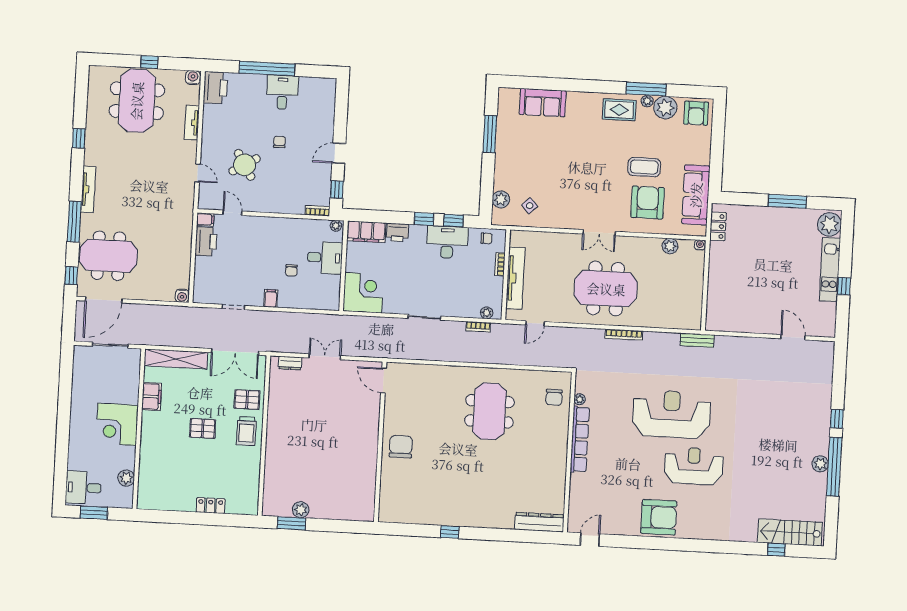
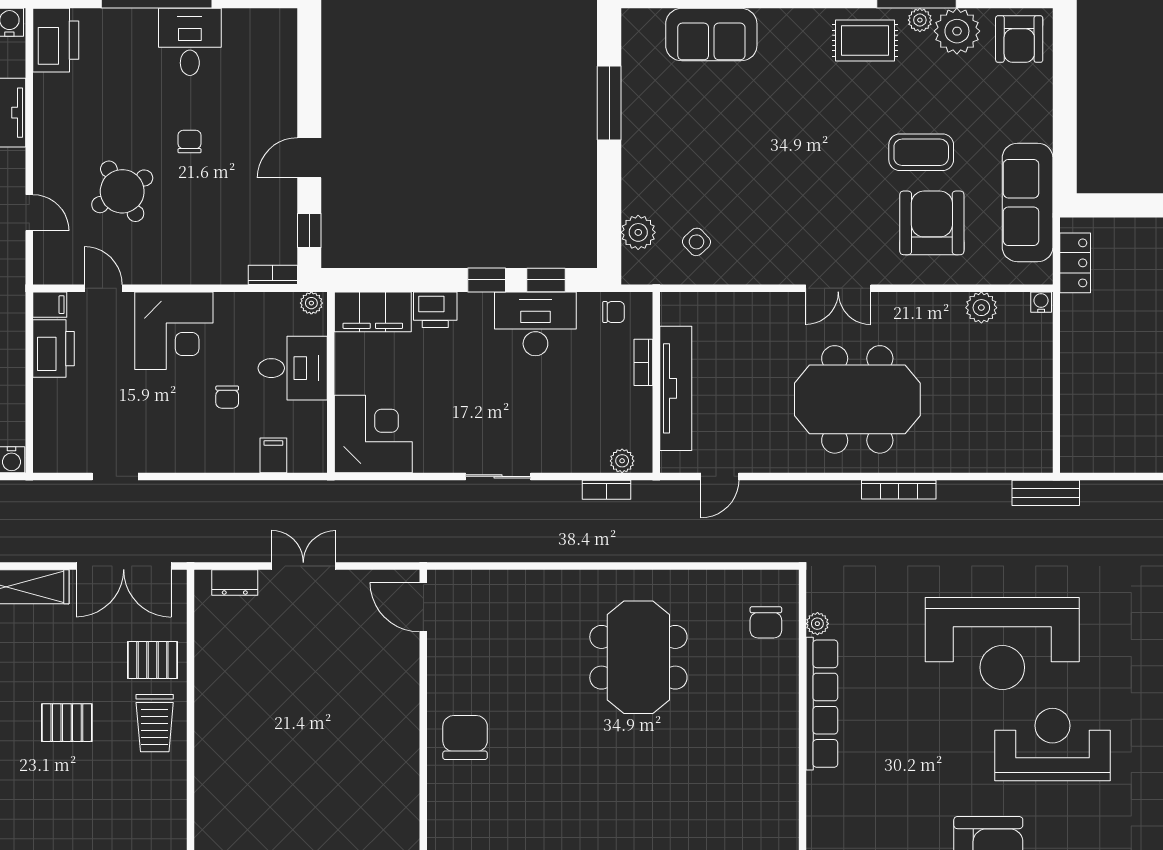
corner desk: (267, 236) -> (174, 331), added
filing cabinet: (271, 298) -> (273, 455), moved
reception desk: (671, 414) -> (1002, 643), turned 180

